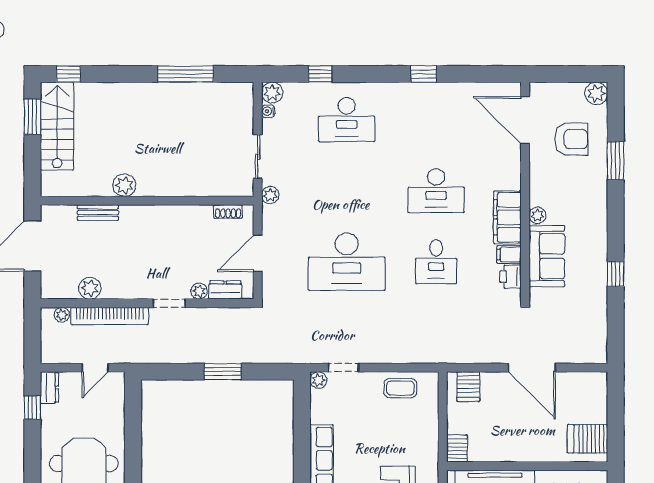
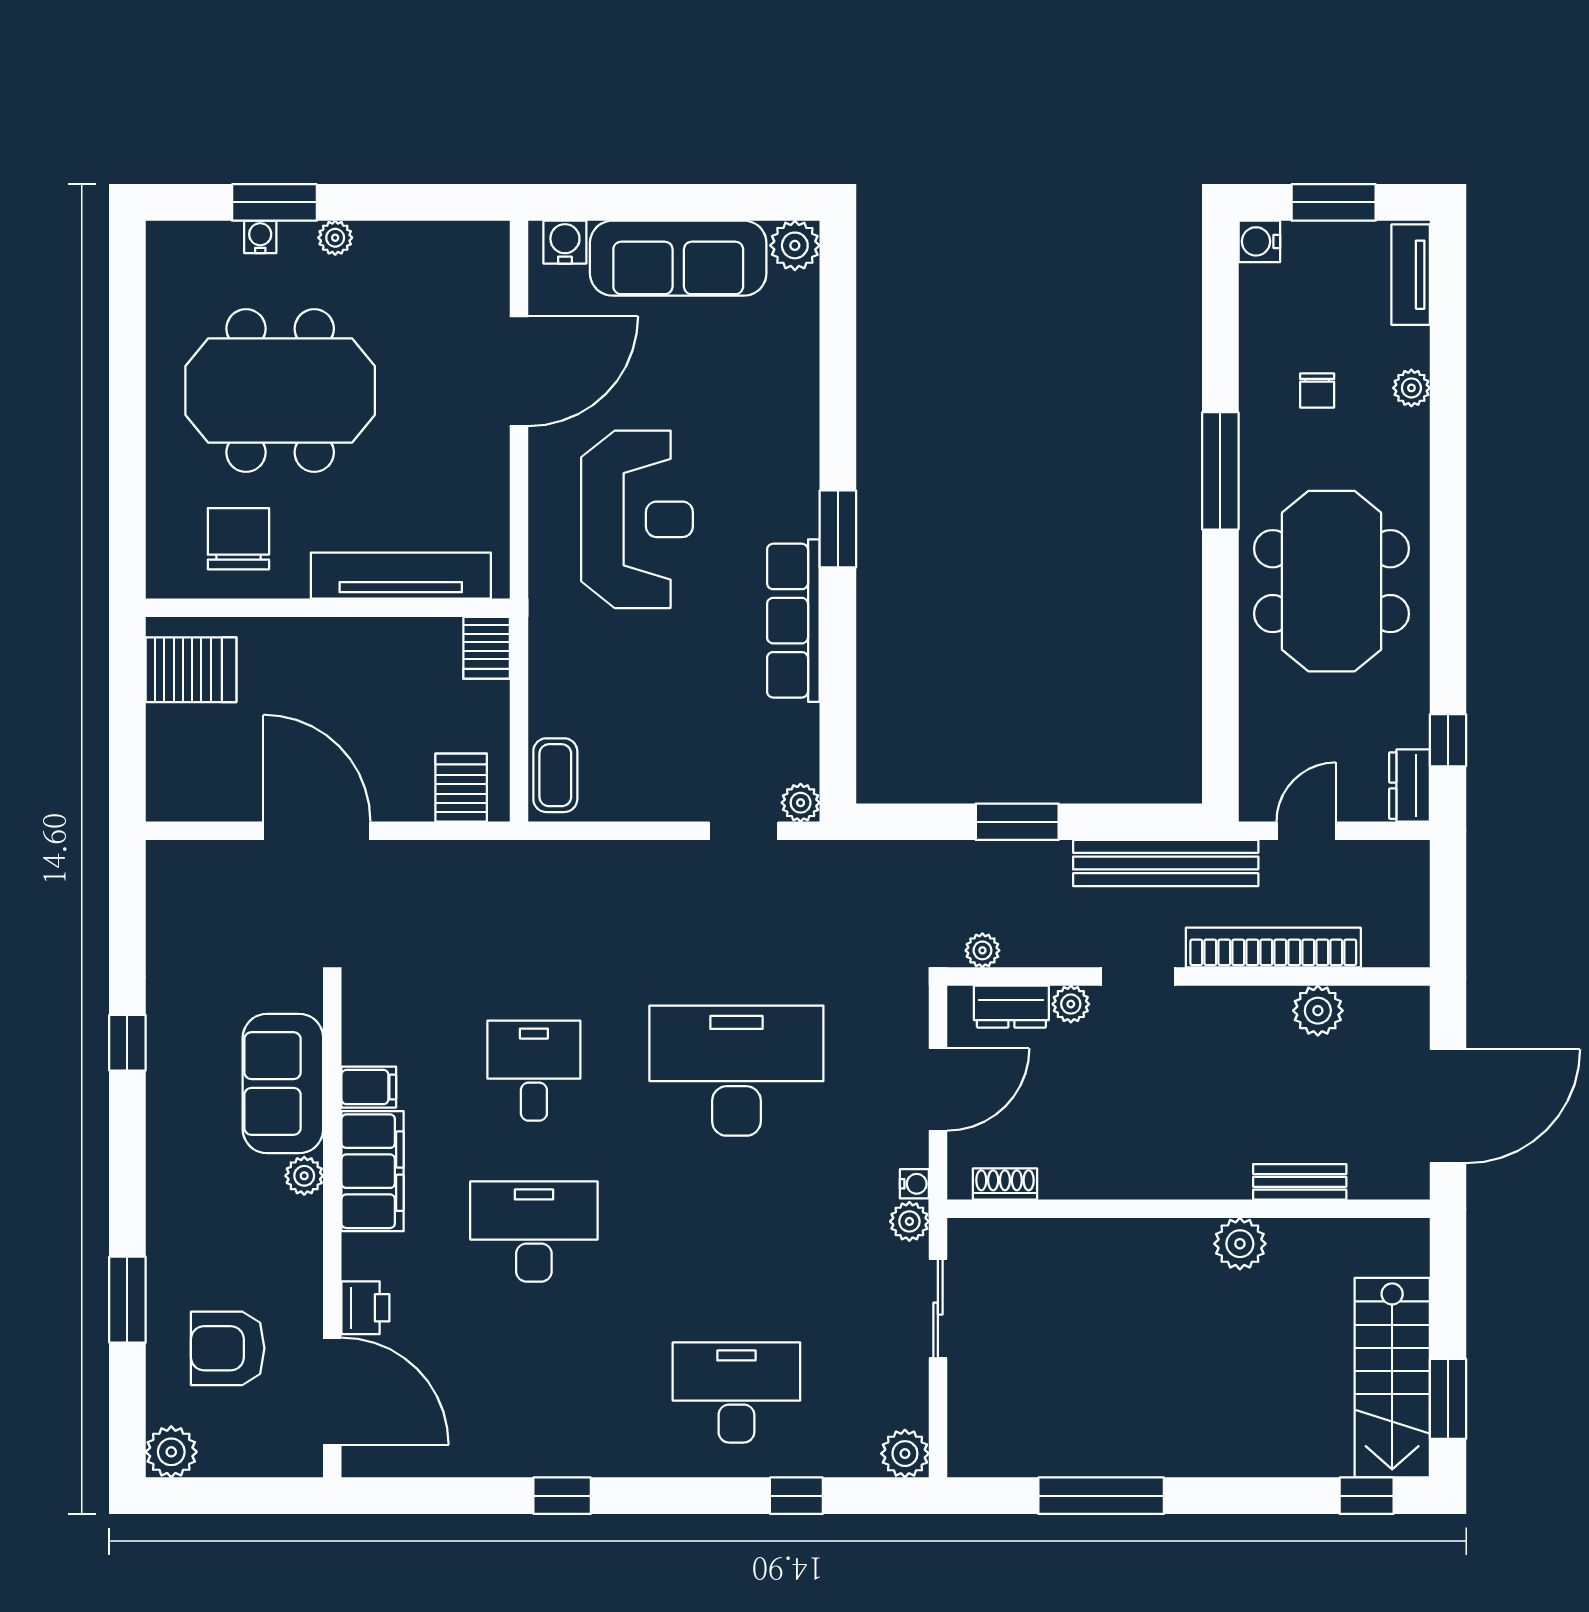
water cooler: (268, 111) -> (914, 1184), moved
printer: (510, 277) -> (365, 1308), moved
plant: (62, 315) -> (982, 950), moved
bench: (157, 353) -> (1166, 863), added
coffee table: (400, 388) -> (555, 775), moved, turned 90

